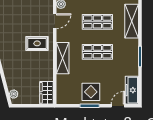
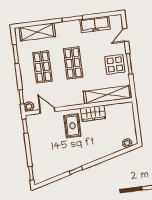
shelving: (63, 58) -> (108, 95), moved, width x1.47
freezer: (132, 90) -> (95, 24), moved
wardrobe: (46, 93) -> (93, 113), moved
door: (118, 106) -> (126, 35), hinge flipped

